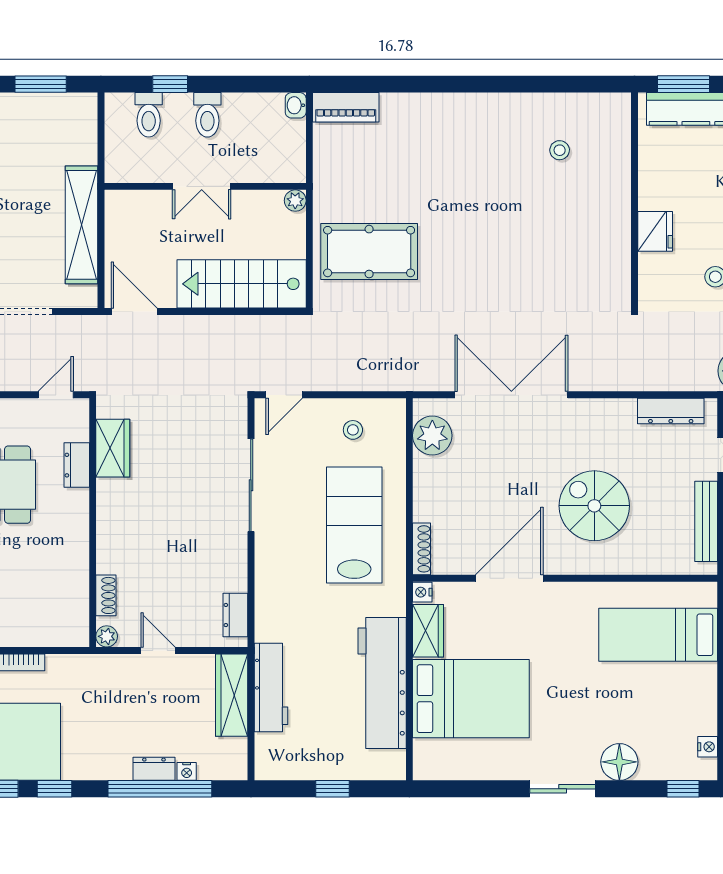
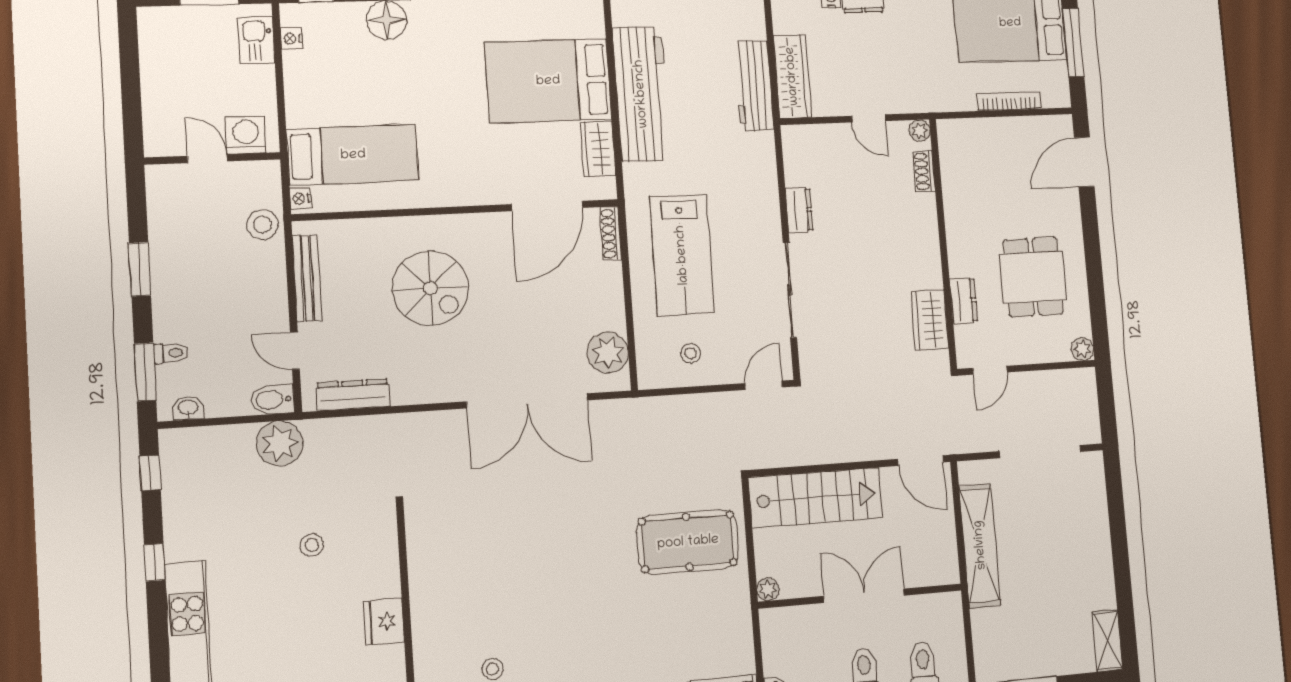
double door: (202, 186) -> (864, 596), width x1.37
fridge: (655, 231) -> (384, 621), moved
door: (509, 578) -> (547, 206), moved
nightstand: (422, 592) -> (301, 198), moved, turned 180
dresser: (235, 615) -> (799, 210), moved

